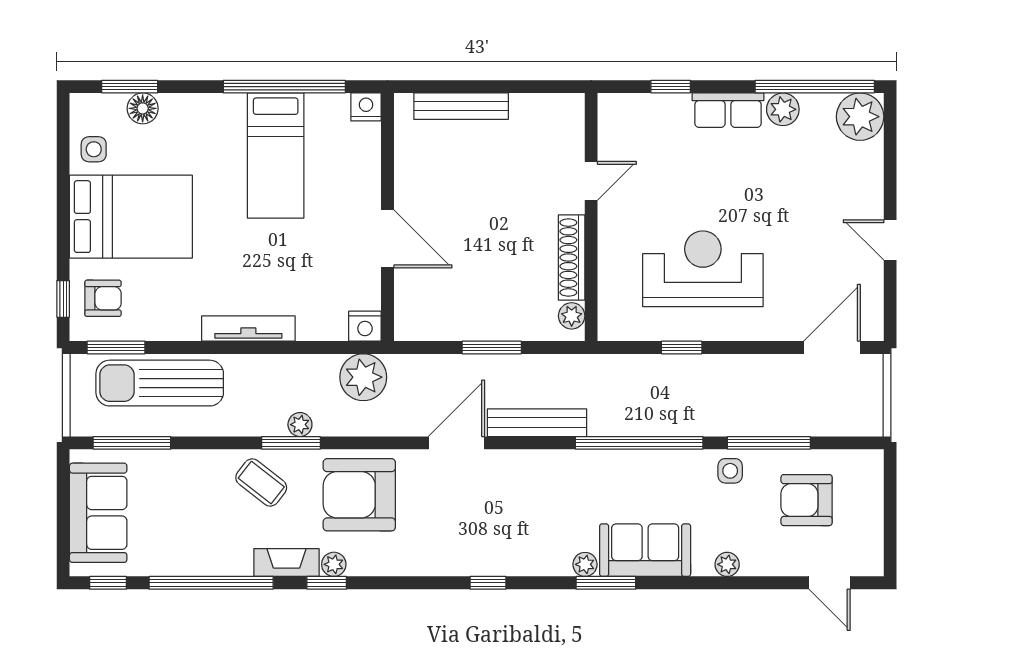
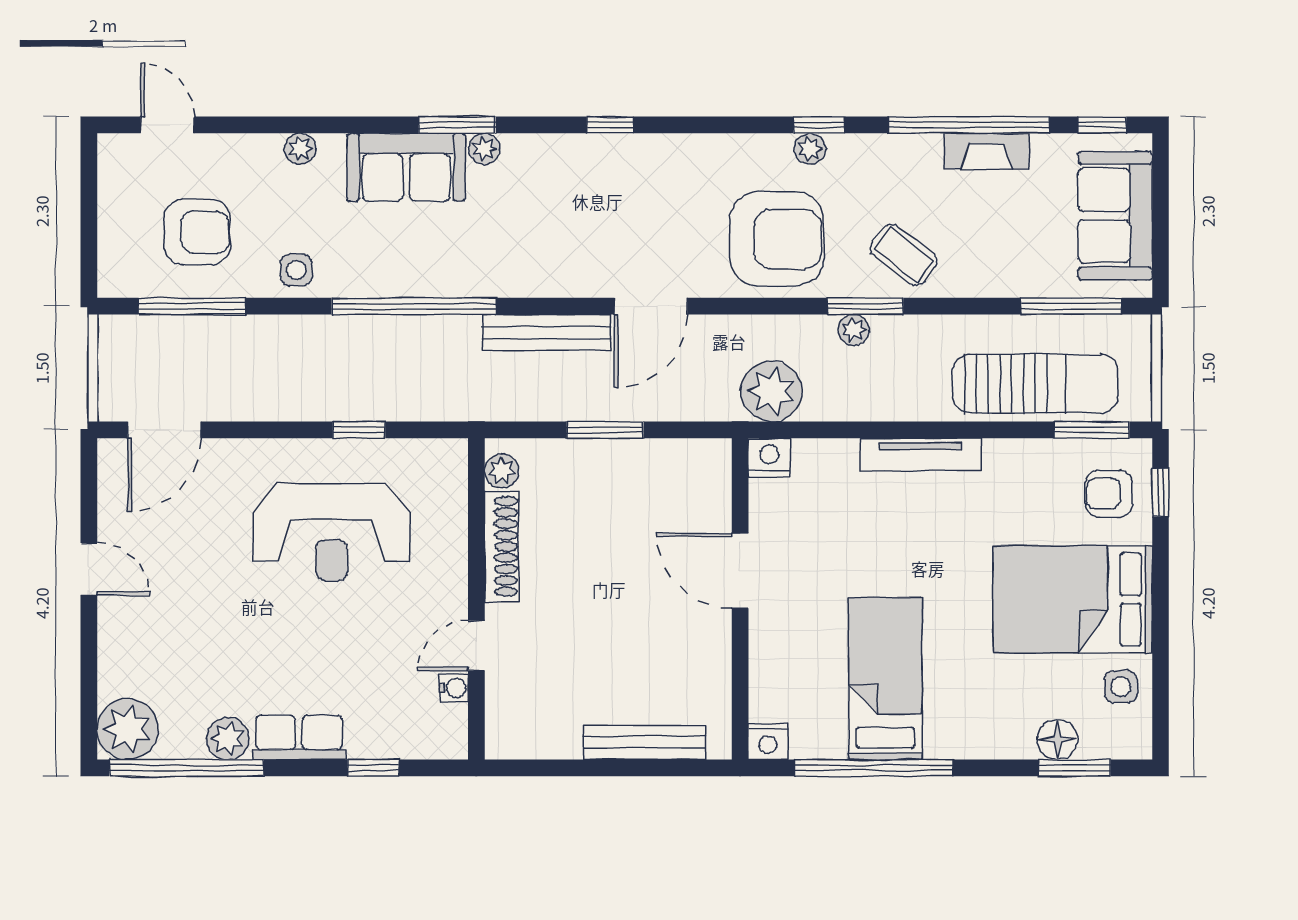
water cooler: (608, 148) -> (454, 688), added
window: (769, 443) -> (192, 306), moved
fireplace: (286, 563) -> (987, 151), moved

